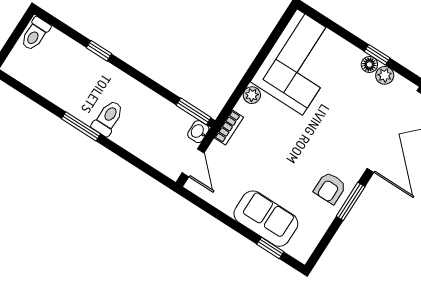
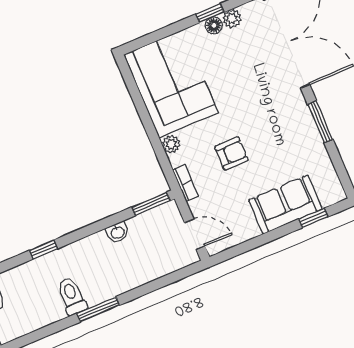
toilet: (108, 118) -> (72, 296), moved
washbasin: (198, 132) -> (117, 232), moved, turned -90
armchair: (330, 188) -> (231, 154), moved, turned -90

